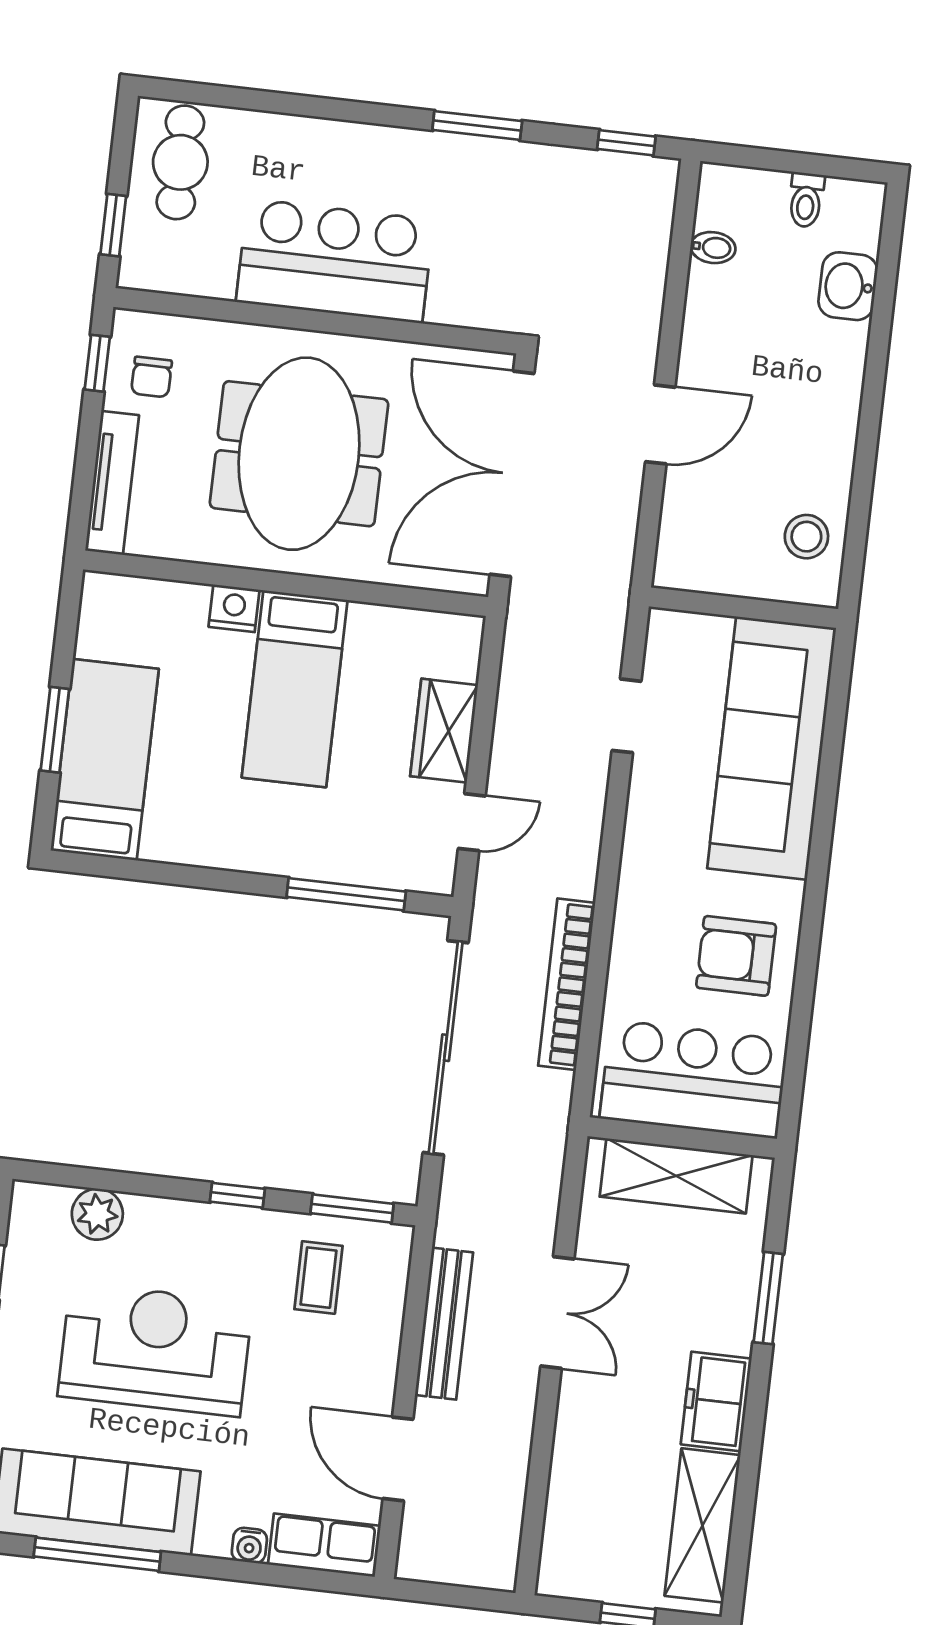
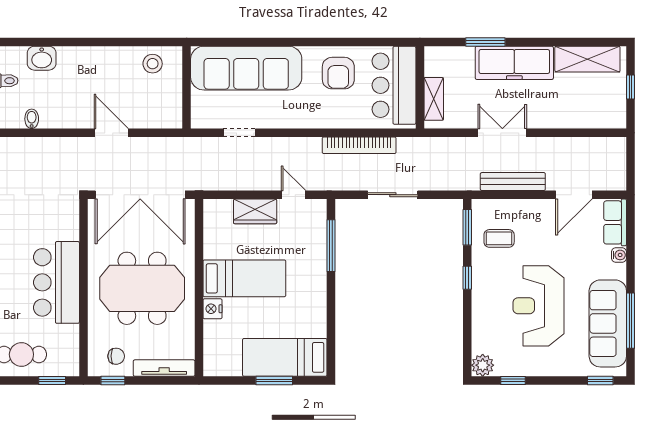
sliding door: (446, 1048) -> (393, 195), width x0.54
shelving: (676, 1176) -> (434, 99), width x0.67, depth x0.75
plant: (97, 1214) -> (483, 365), moved
freezer: (716, 1401) -> (514, 63), width x1.91, depth x1.26

